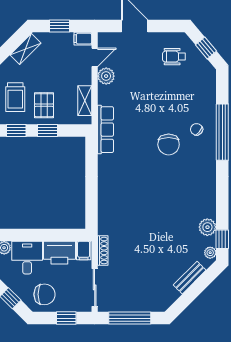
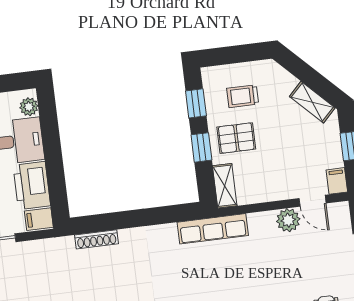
trolley: (15, 97) -> (243, 96), width x0.73, depth x0.72
shelving: (85, 101) -> (225, 186), moved, turned 90
shoe rack: (103, 251) -> (97, 239), moved

